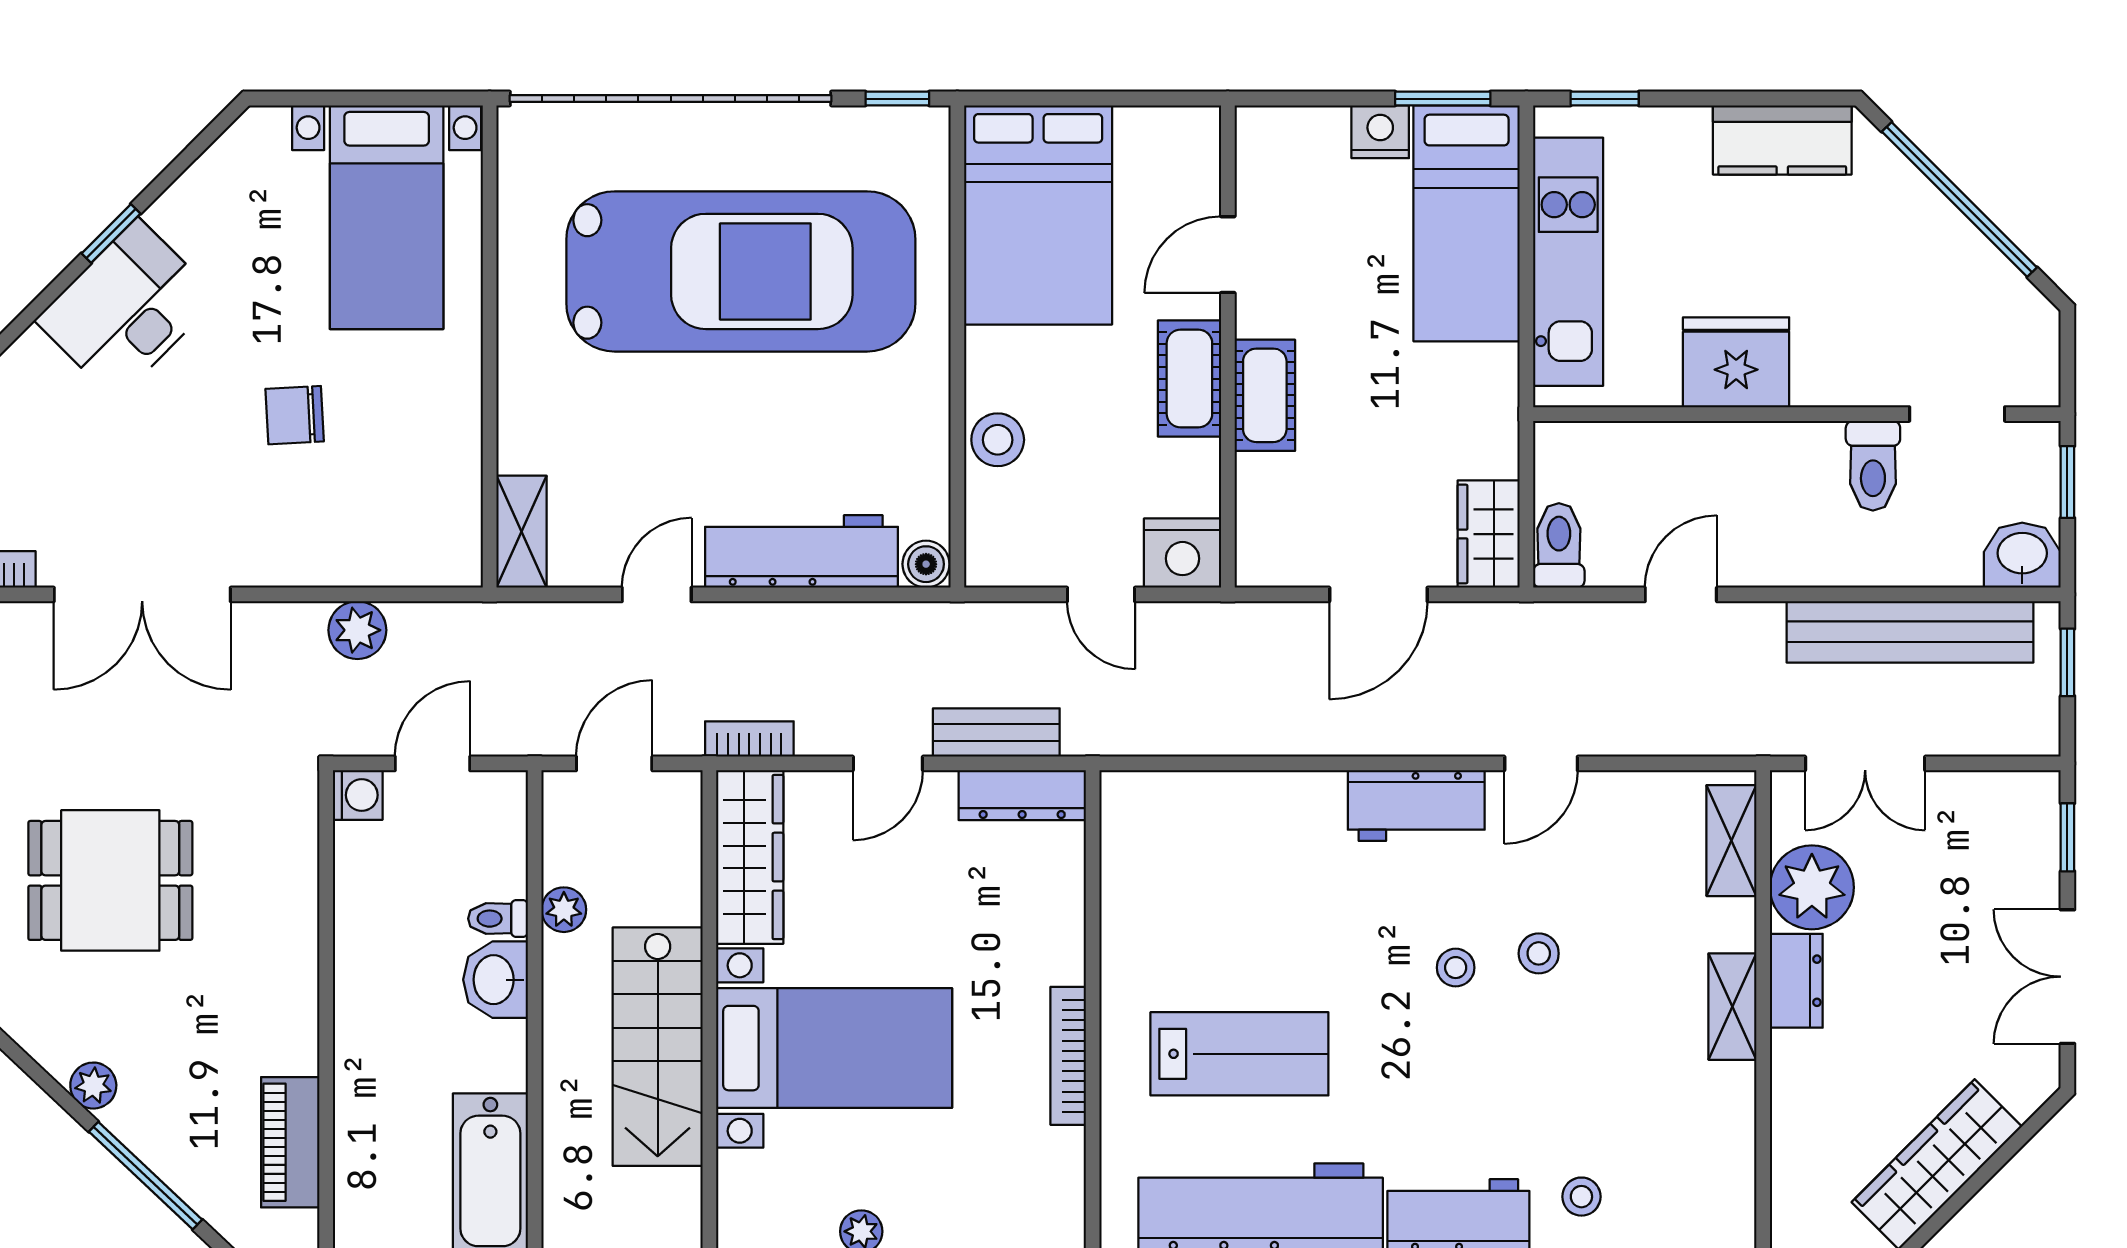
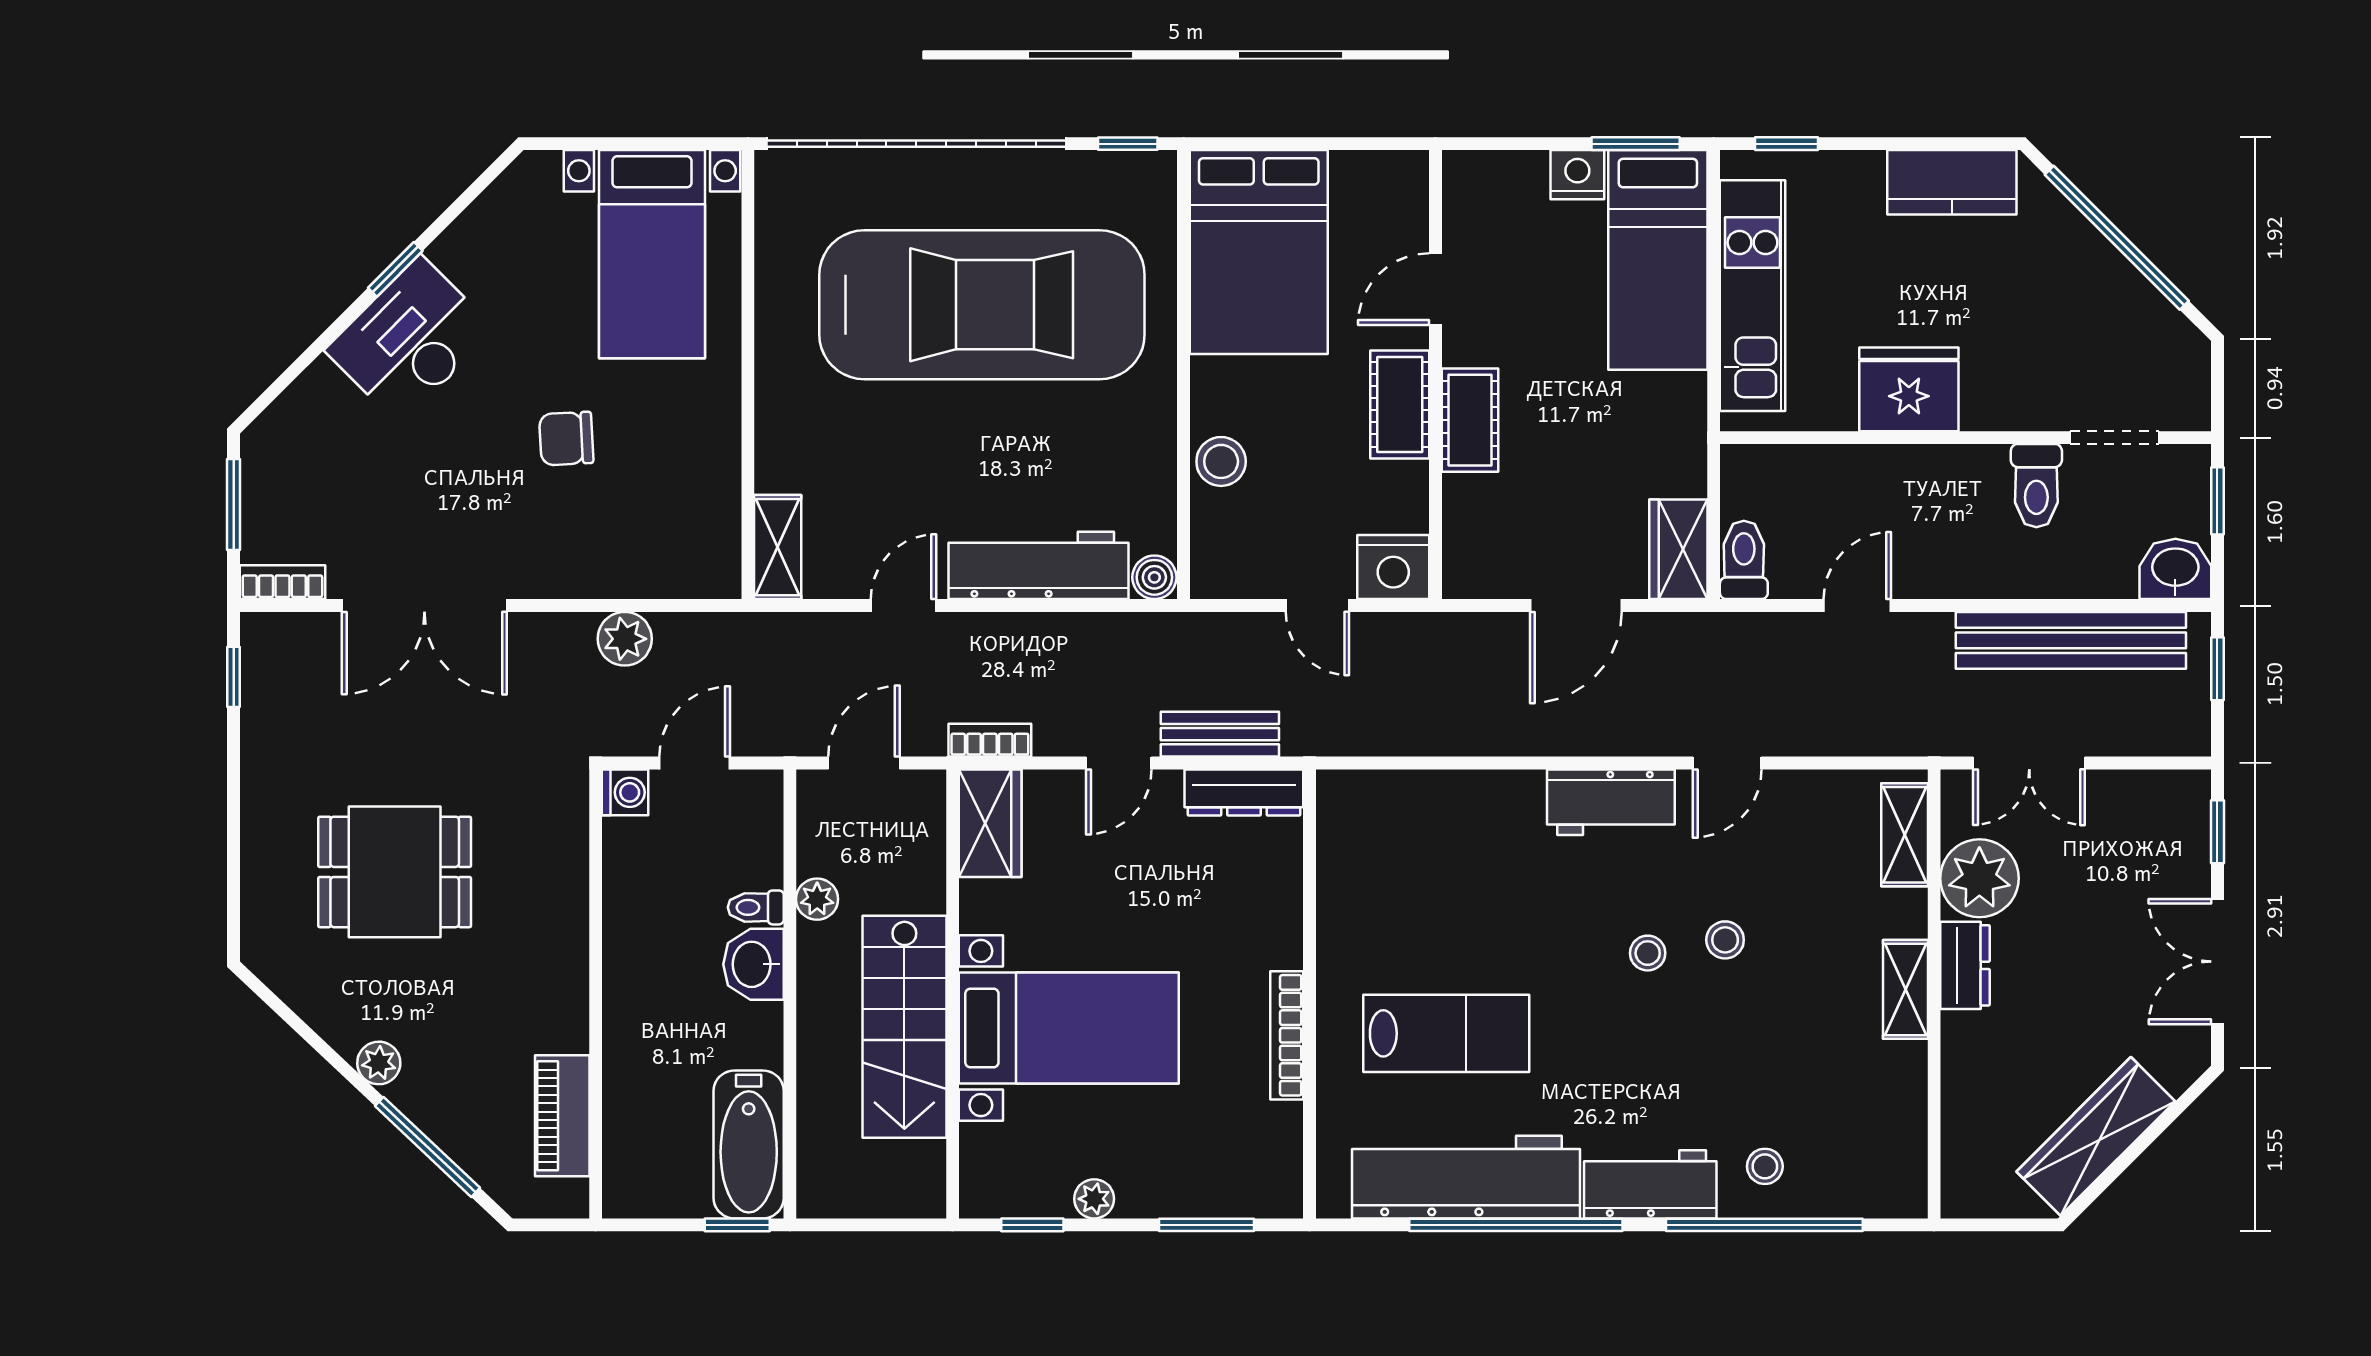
wardrobe: (750, 857) -> (990, 823), width x0.67

